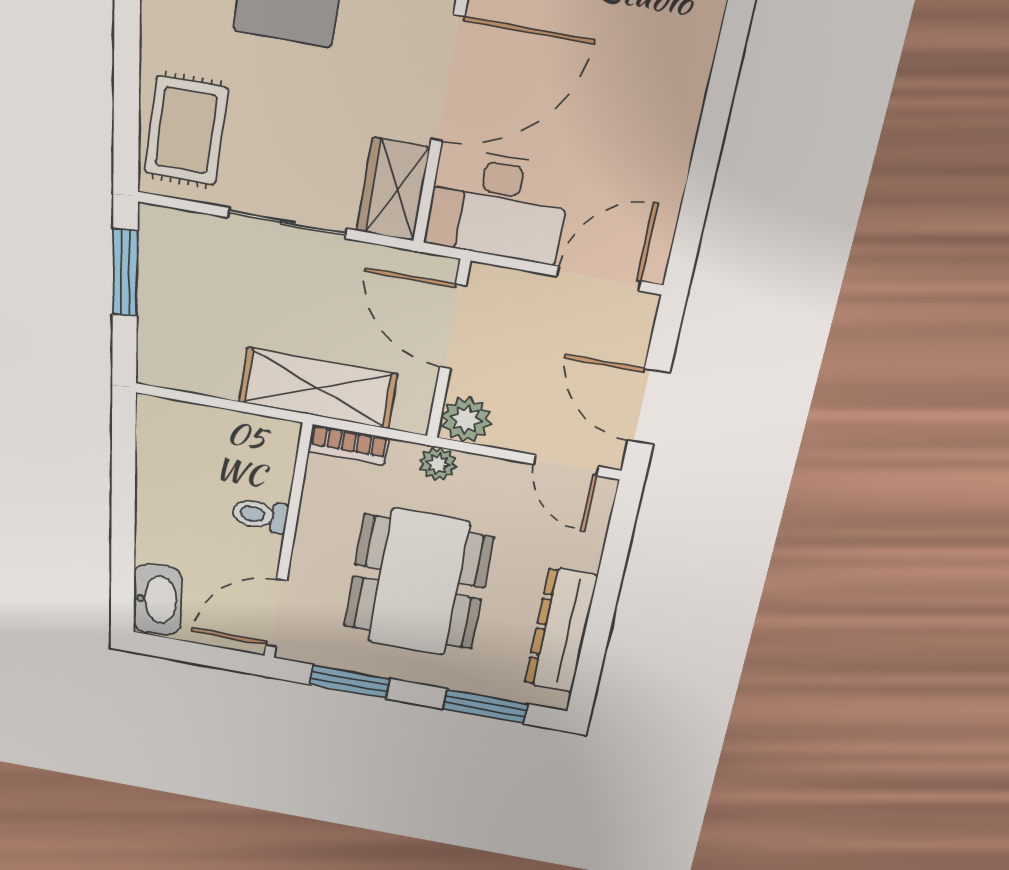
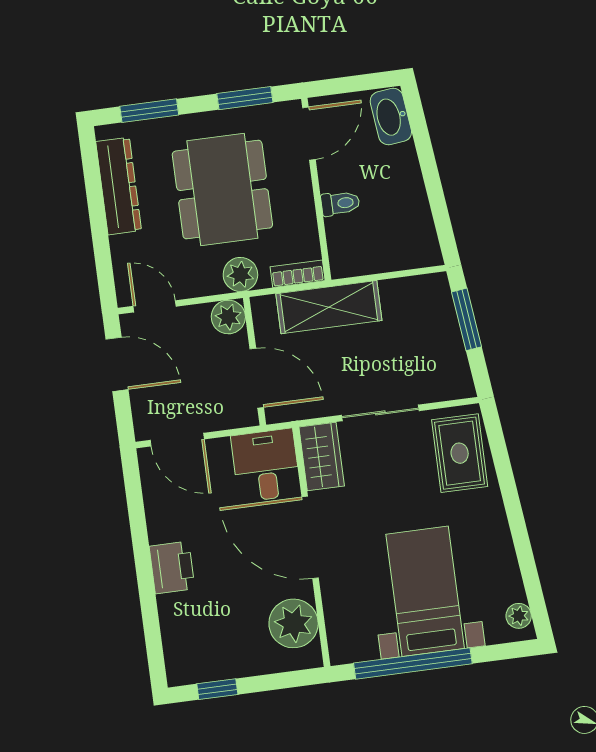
door: (448, 79) -> (310, 537), hinge flipped
printer: (673, 100) -> (172, 567), added
desk: (498, 206) -> (266, 465), width x0.73
window: (125, 272) -> (467, 319), moved
door: (599, 279) -> (177, 440), hinge flipped
plant: (438, 464) -> (240, 274), width x1.38, depth x1.38

